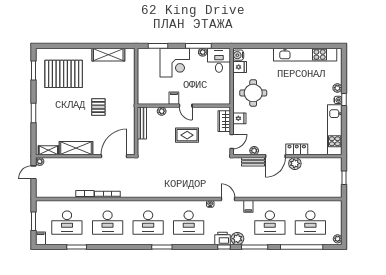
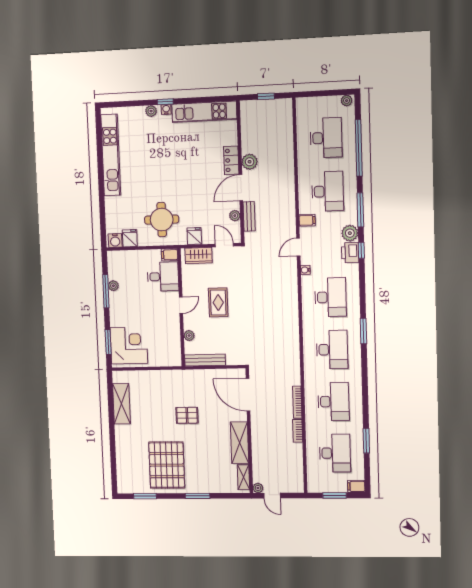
desk: (219, 60) -> (163, 277), moved, turned 180
corner desk: (175, 63) -> (129, 346), moved
pallet: (64, 74) -> (167, 465), moved
filing cabinet: (174, 98) -> (170, 255), moved
door: (275, 156) -> (241, 188), swing flipped

